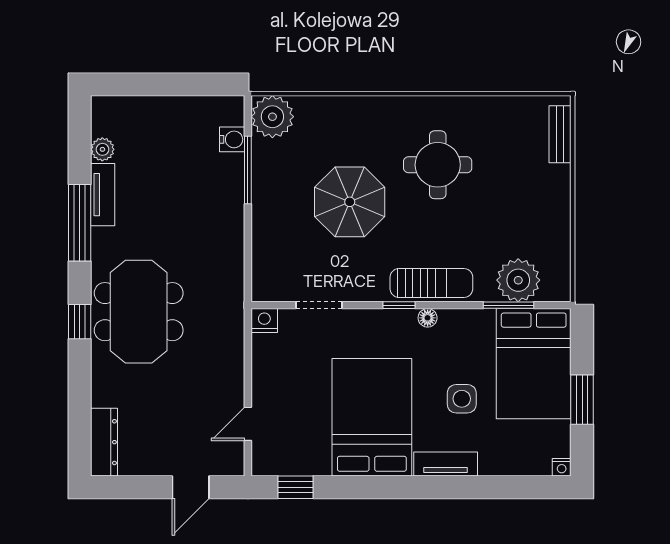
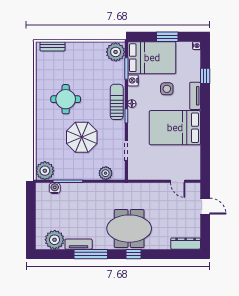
plant: (102, 149) -> (55, 240), width x1.88, depth x1.88
plant: (267, 257) -> (106, 173), added
plant: (518, 280) -> (116, 52), moved
nightstand: (264, 321) -> (133, 80), moved
window: (295, 487) -> (205, 76), moved

